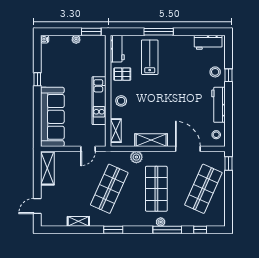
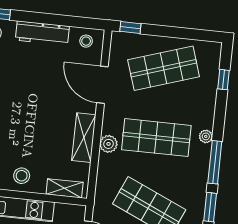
door: (188, 149) -> (102, 85), hinge flipped
plant: (136, 157) -> (108, 144), moved
shop shelf: (203, 189) -> (164, 68), turned -42
window: (167, 230) -> (215, 162), moved

